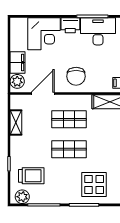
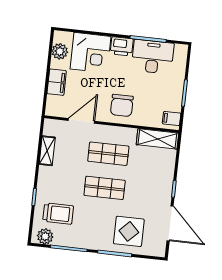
plant: (17, 81) -> (60, 51), moved

